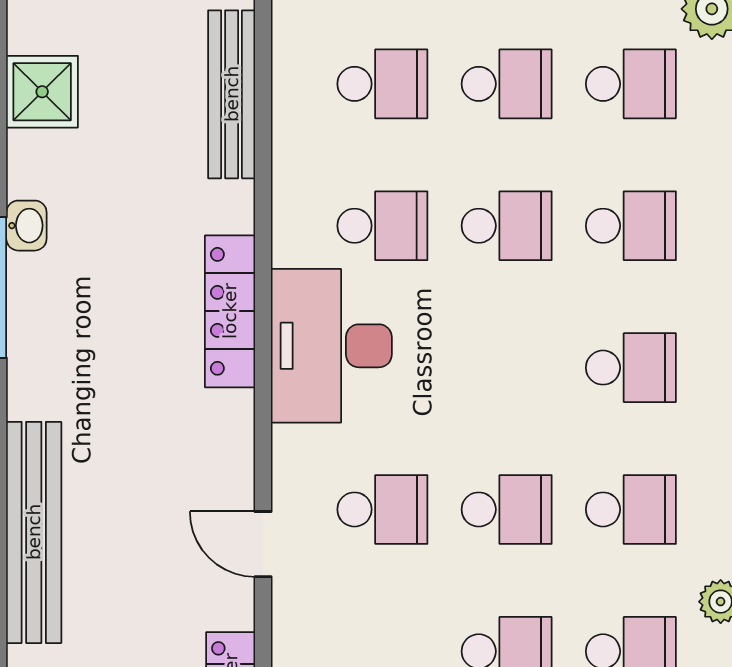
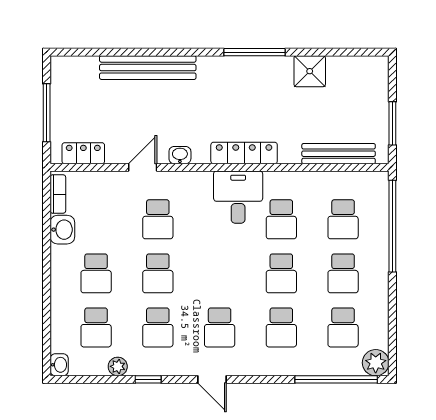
shower: (42, 92) -> (310, 71), moved
washbasin: (26, 226) -> (180, 155), moved, turned 180
desk: (331, 346) -> (238, 197), width x0.73

